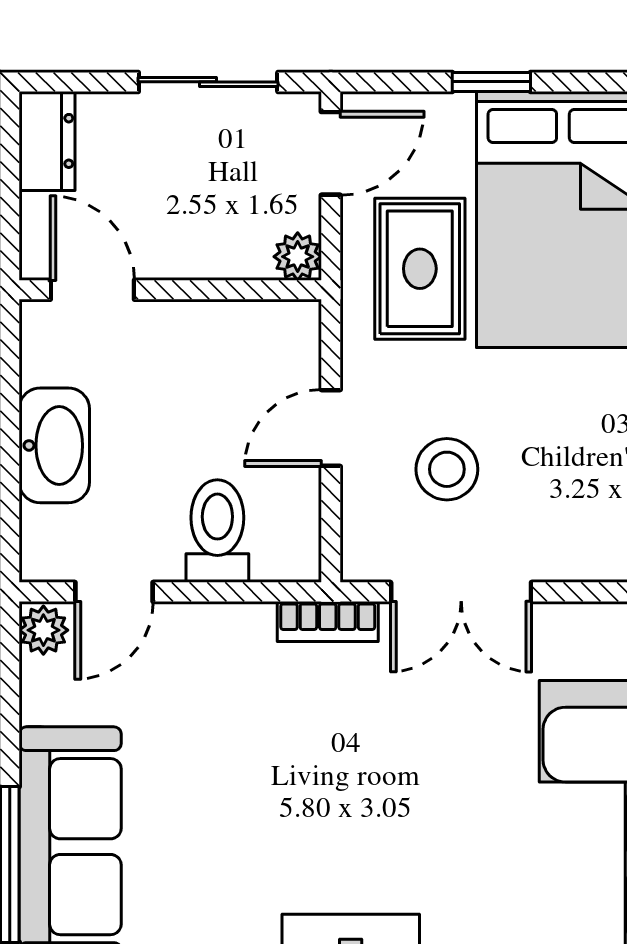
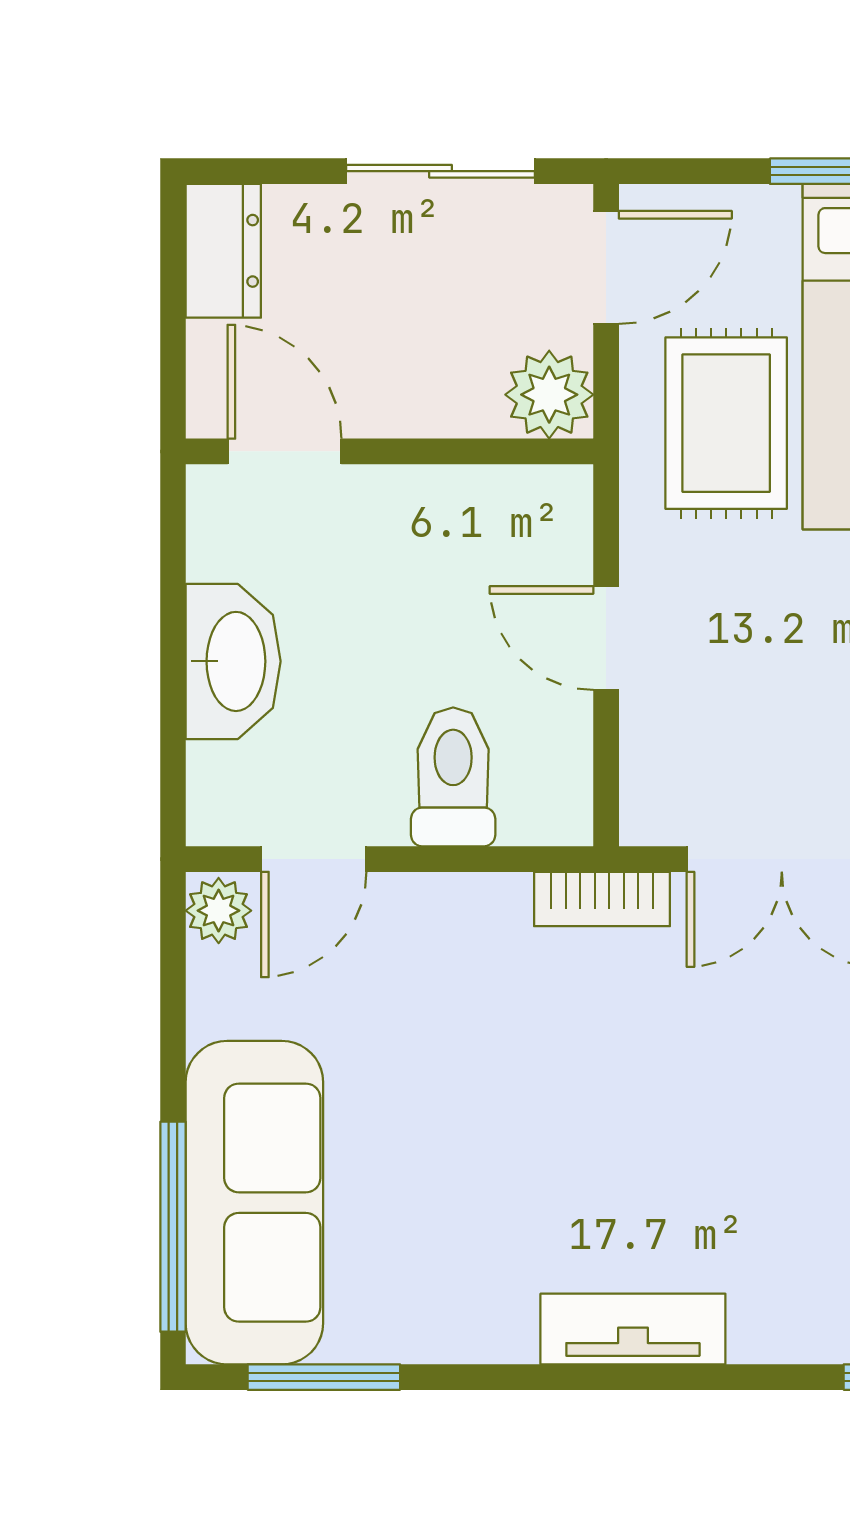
plant: (298, 257) -> (549, 395), width x1.38, depth x1.38
door: (331, 428) -> (606, 638), hinge flipped
stool: (447, 469) -> (763, 694), removed

